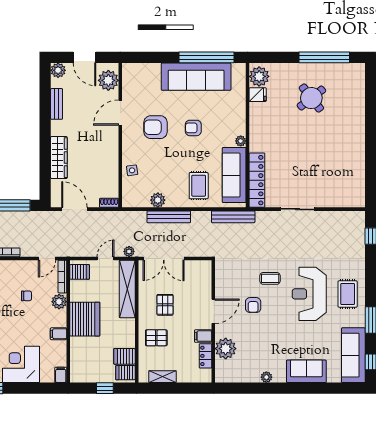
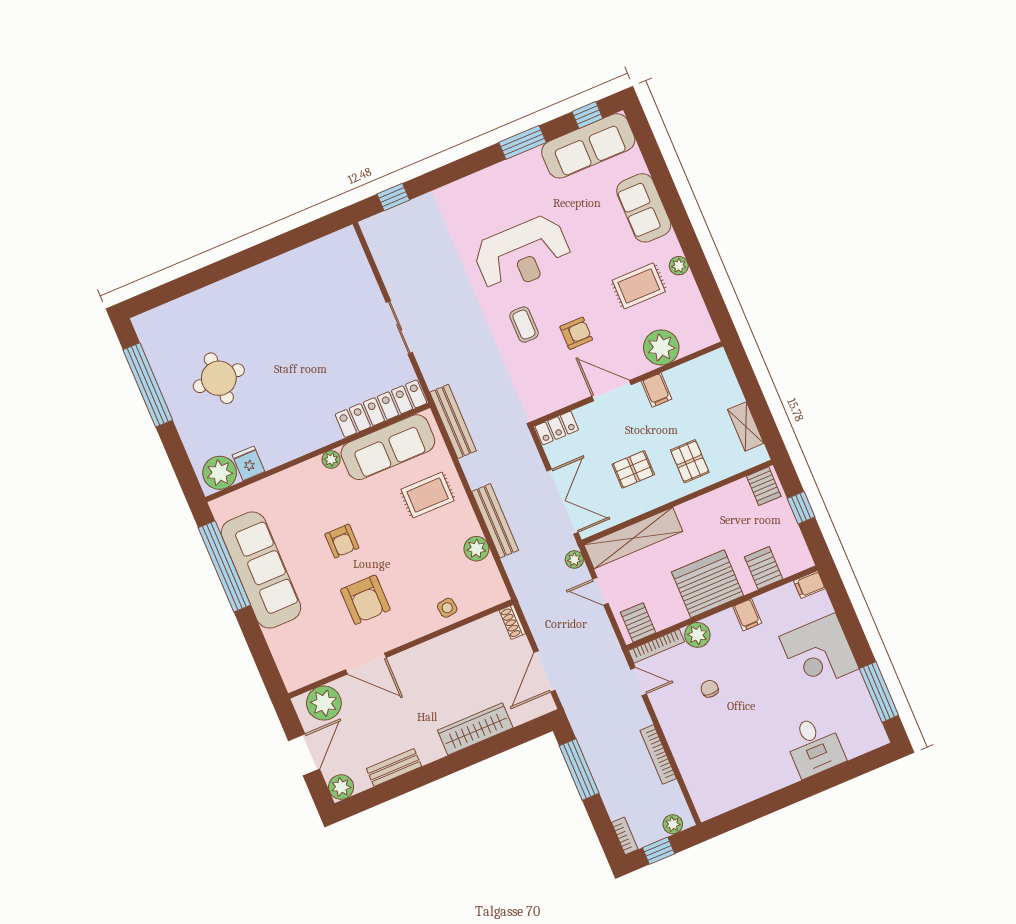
round table: (311, 98) -> (219, 378), turned 38
rug: (348, 294) -> (639, 286), moved
server rack: (124, 356) -> (764, 568), moved, turned 180
locker: (205, 356) -> (557, 428), moved

